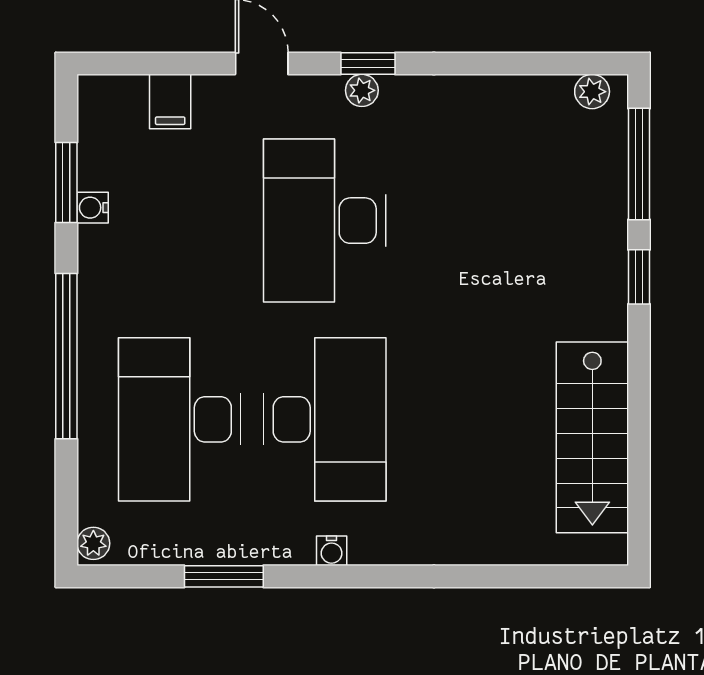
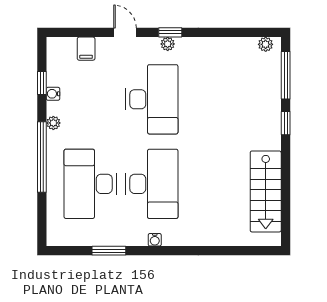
window: (66, 182) -> (42, 83), width x0.67
desk: (325, 221) -> (152, 99), turned 180
plant: (93, 543) -> (53, 123), moved

